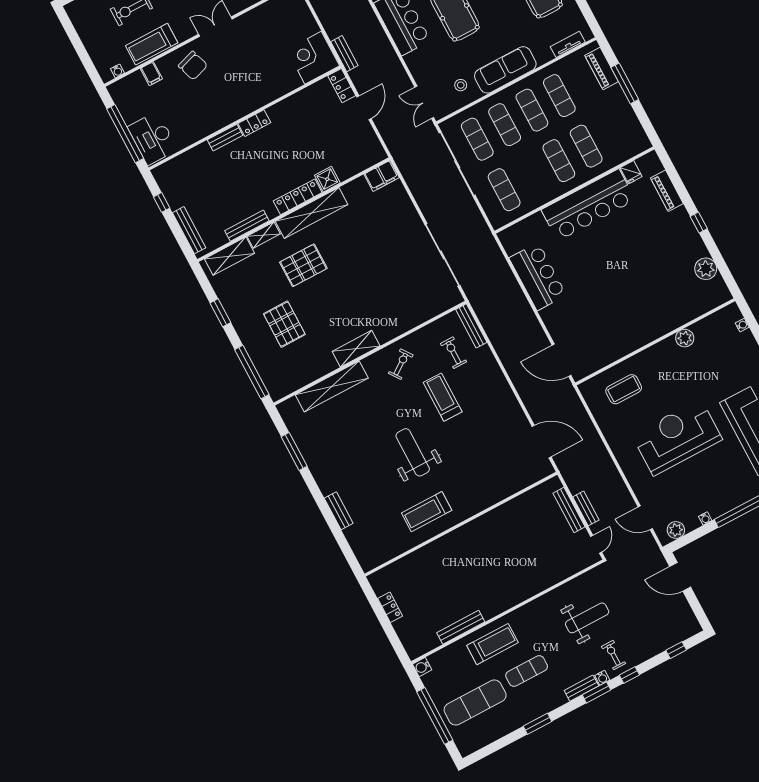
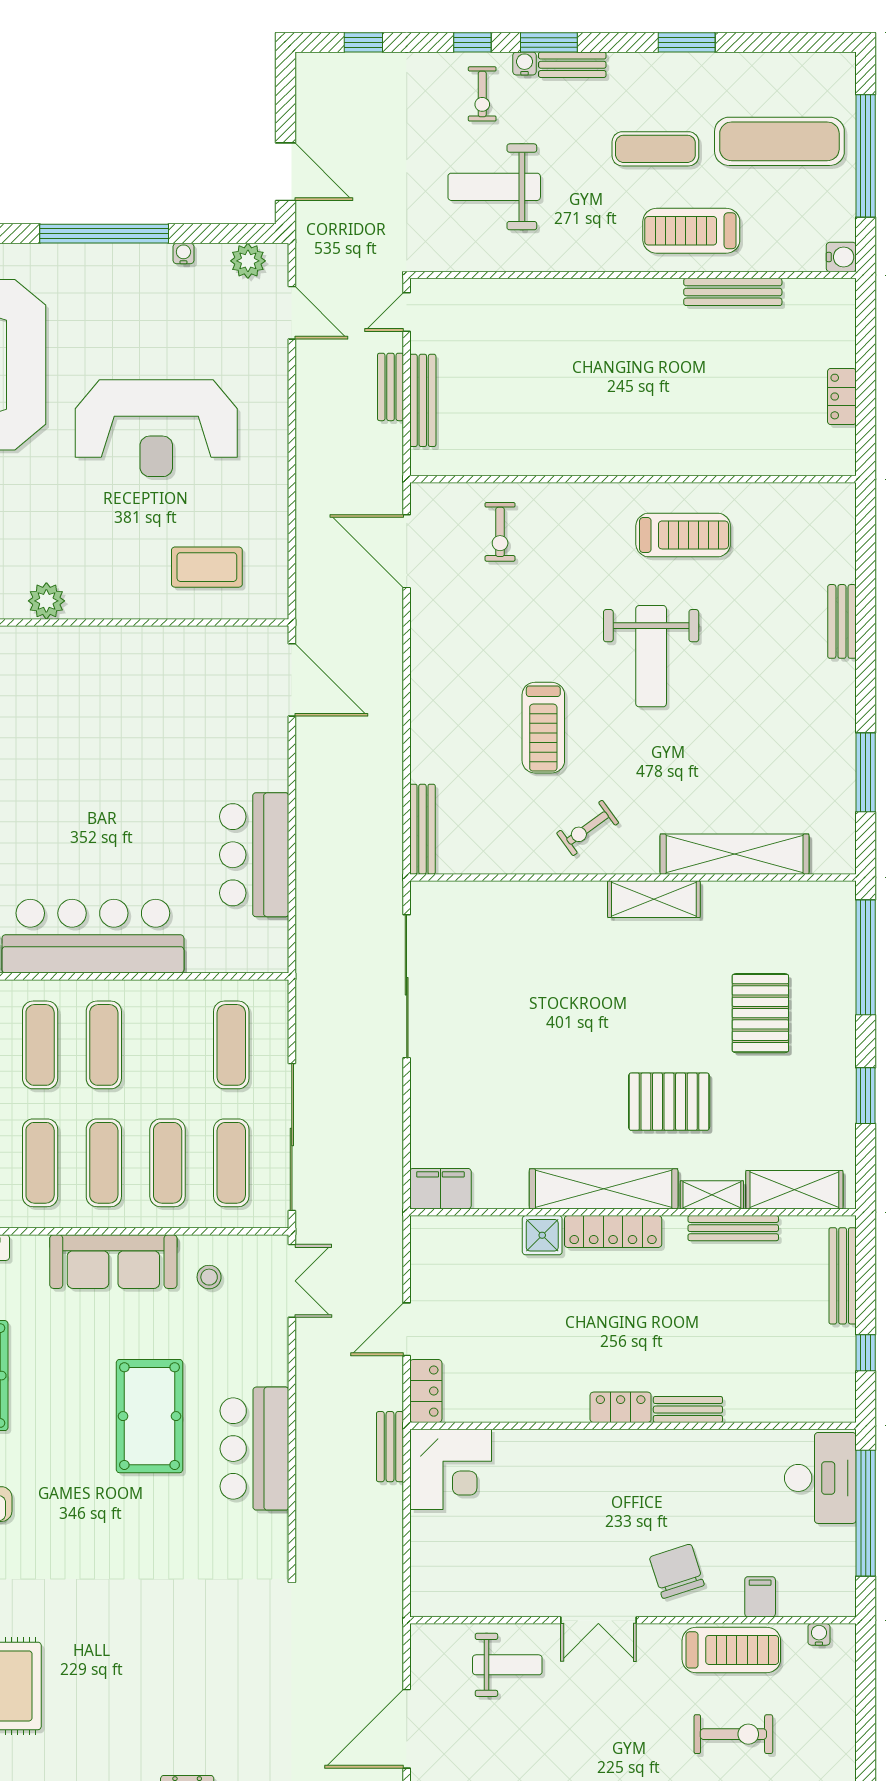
exercise bike: (453, 353) -> (500, 532), moved

